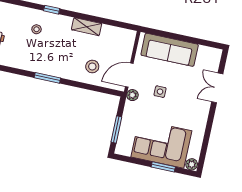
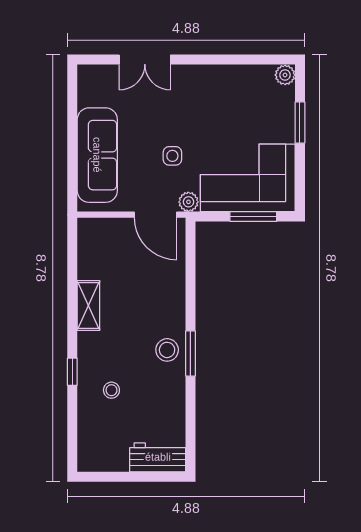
stool: (92, 66) -> (167, 350), moved
corner sofa: (161, 144) -> (248, 178), moved, turned 90

